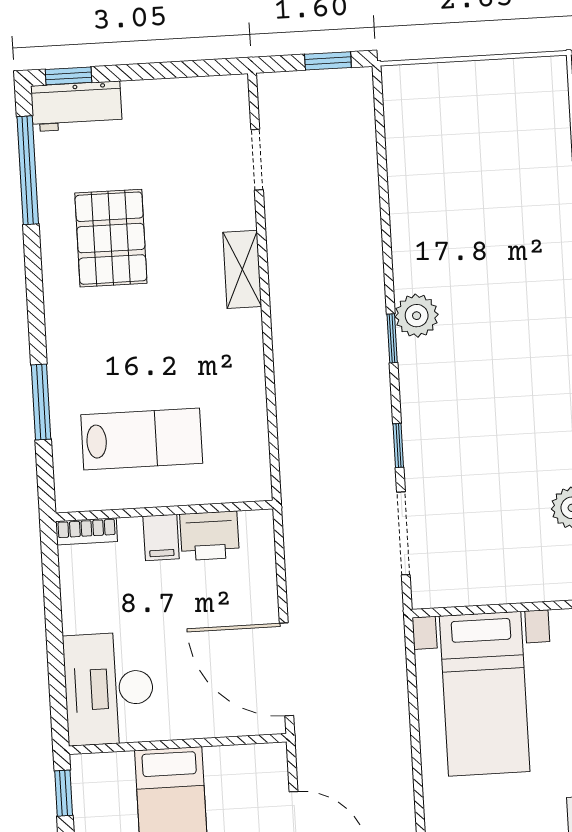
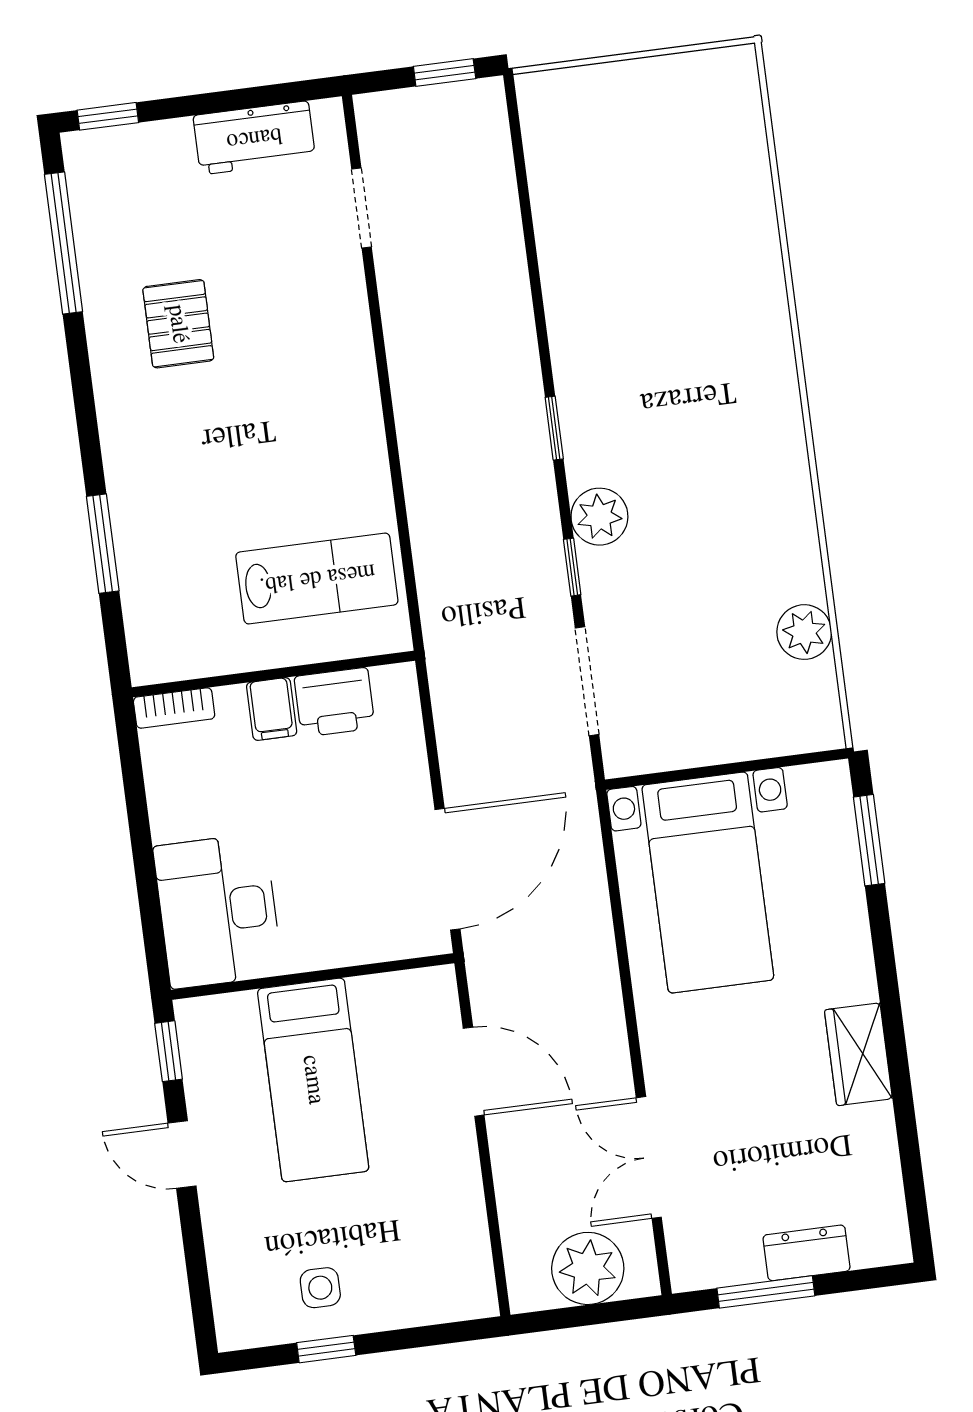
workbench: (76, 106) -> (254, 138), moved
pallet: (111, 238) -> (178, 324), width x0.67, depth x0.71
shelving: (242, 269) -> (352, 352), removed
plant: (417, 316) -> (599, 517), moved
lab bench: (142, 439) -> (317, 578), moved
door: (286, 669) -> (447, 869), swing flipped

